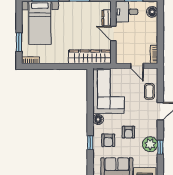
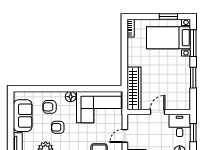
dresser: (107, 18) -> (174, 105), removed
window: (19, 42) -> (168, 16), moved
window: (90, 143) -> (47, 89), removed

